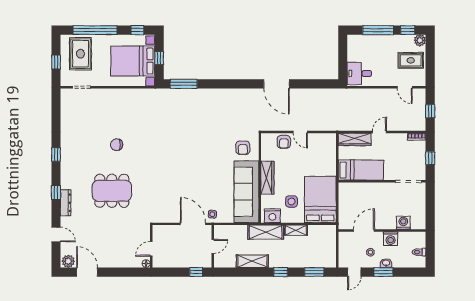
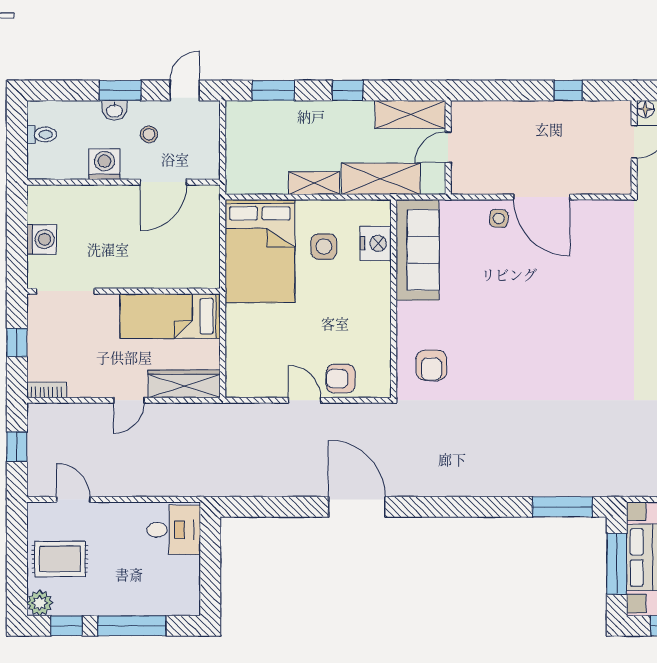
window: (159, 58) -> (617, 564), width x2.17
armchair: (284, 142) -> (341, 379), turned -90
armchair: (243, 148) -> (431, 365), turned 180
wardrobe: (267, 178) -> (377, 299), removed
sofa: (246, 192) -> (418, 250), width x0.74, depth x0.79
nightstand: (272, 216) -> (376, 243), moved, turned 90
washing machine: (403, 223) -> (42, 239), moved, turned -90
door: (213, 246) -> (448, 147), moved
wall: (213, 246) -> (448, 147), moved
window: (196, 272) -> (568, 90), moved

